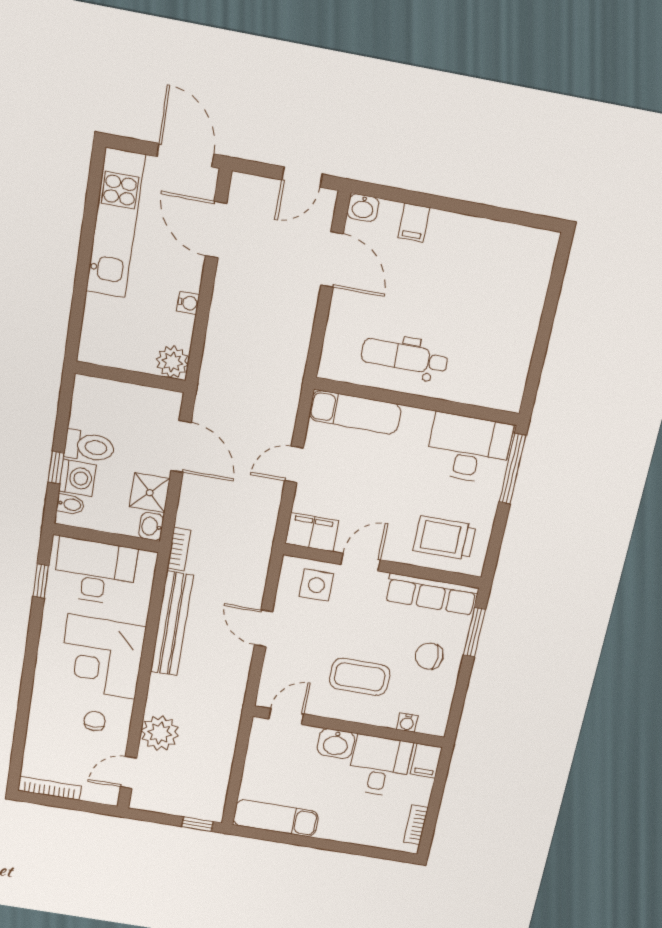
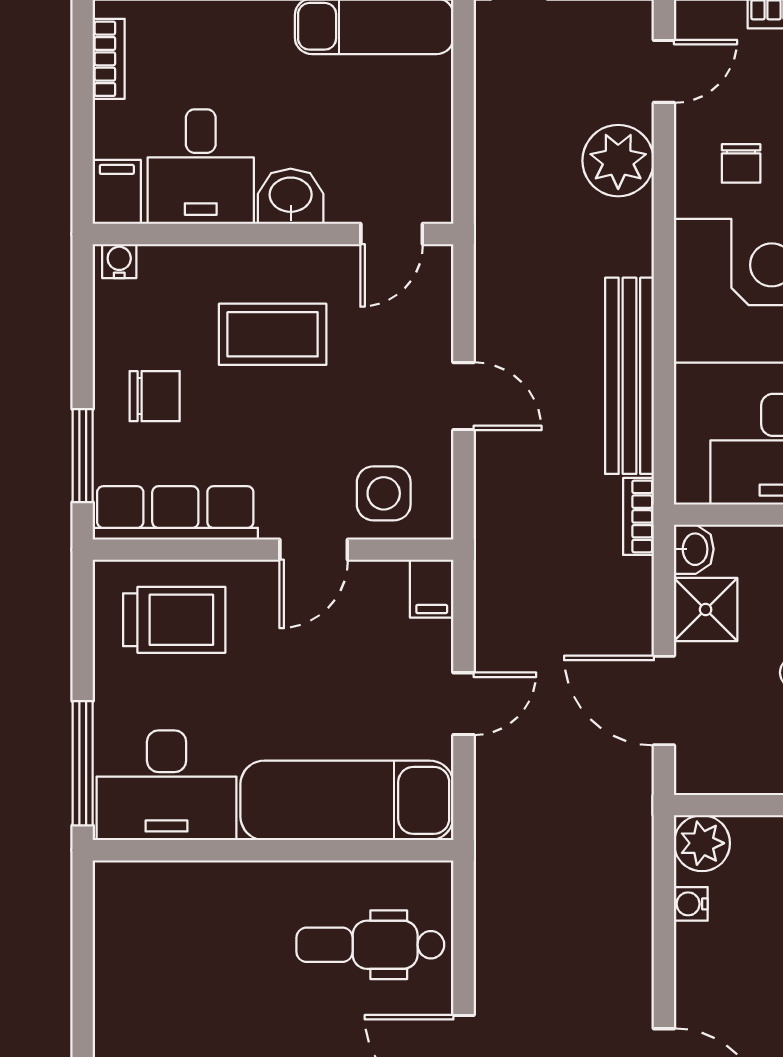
water cooler: (188, 303) -> (691, 904), moved
dental chair: (405, 357) -> (370, 945), moved, turned 180
exam couch: (355, 412) -> (347, 800), width x1.36, depth x1.45
filing cabinet: (312, 532) -> (432, 589), width x0.50
water cooler: (407, 723) -> (119, 261), moved

